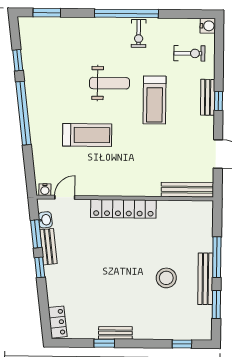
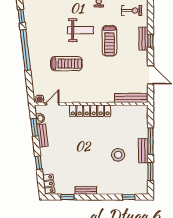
window: (40, 267) -> (38, 163), moved
bench: (205, 279) -> (143, 151), width x0.73
window: (104, 343) -> (68, 197), moved

